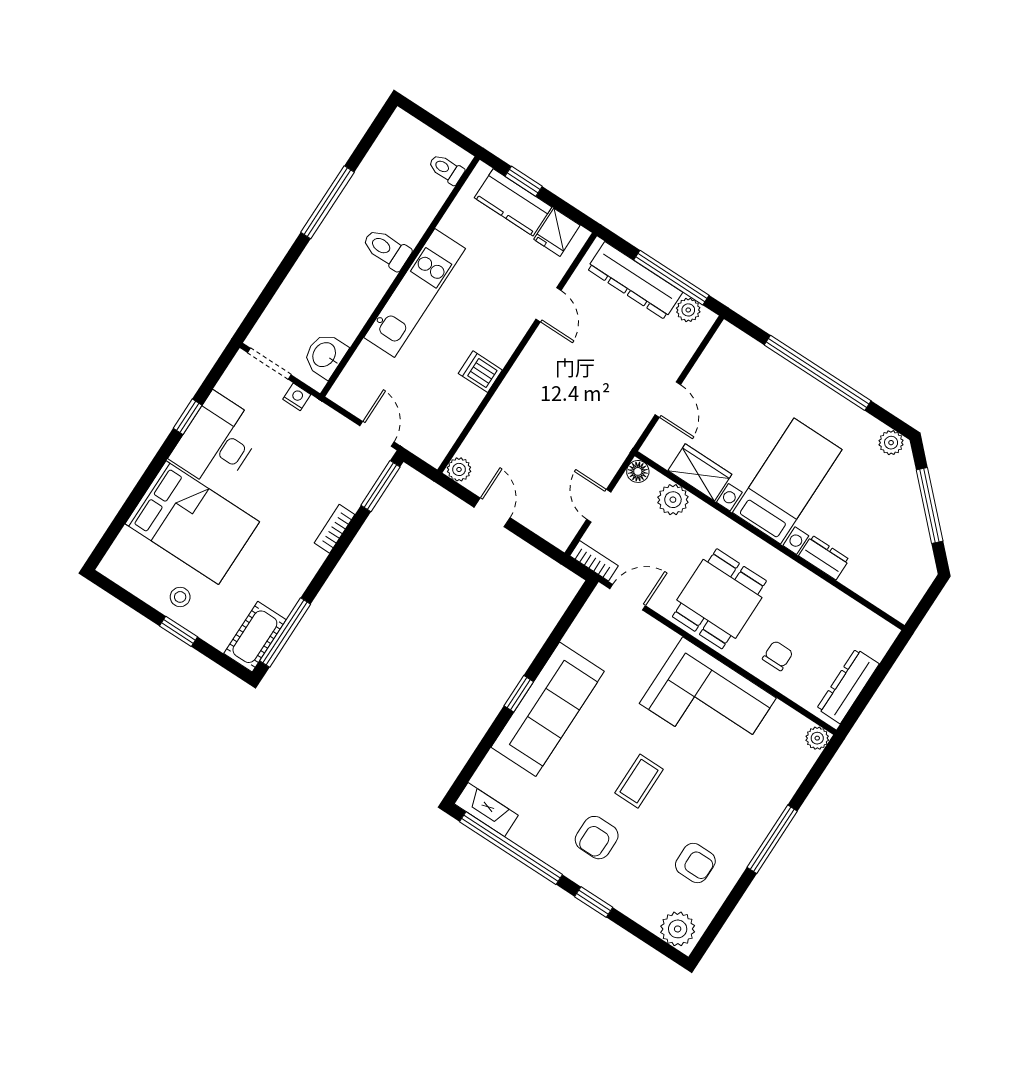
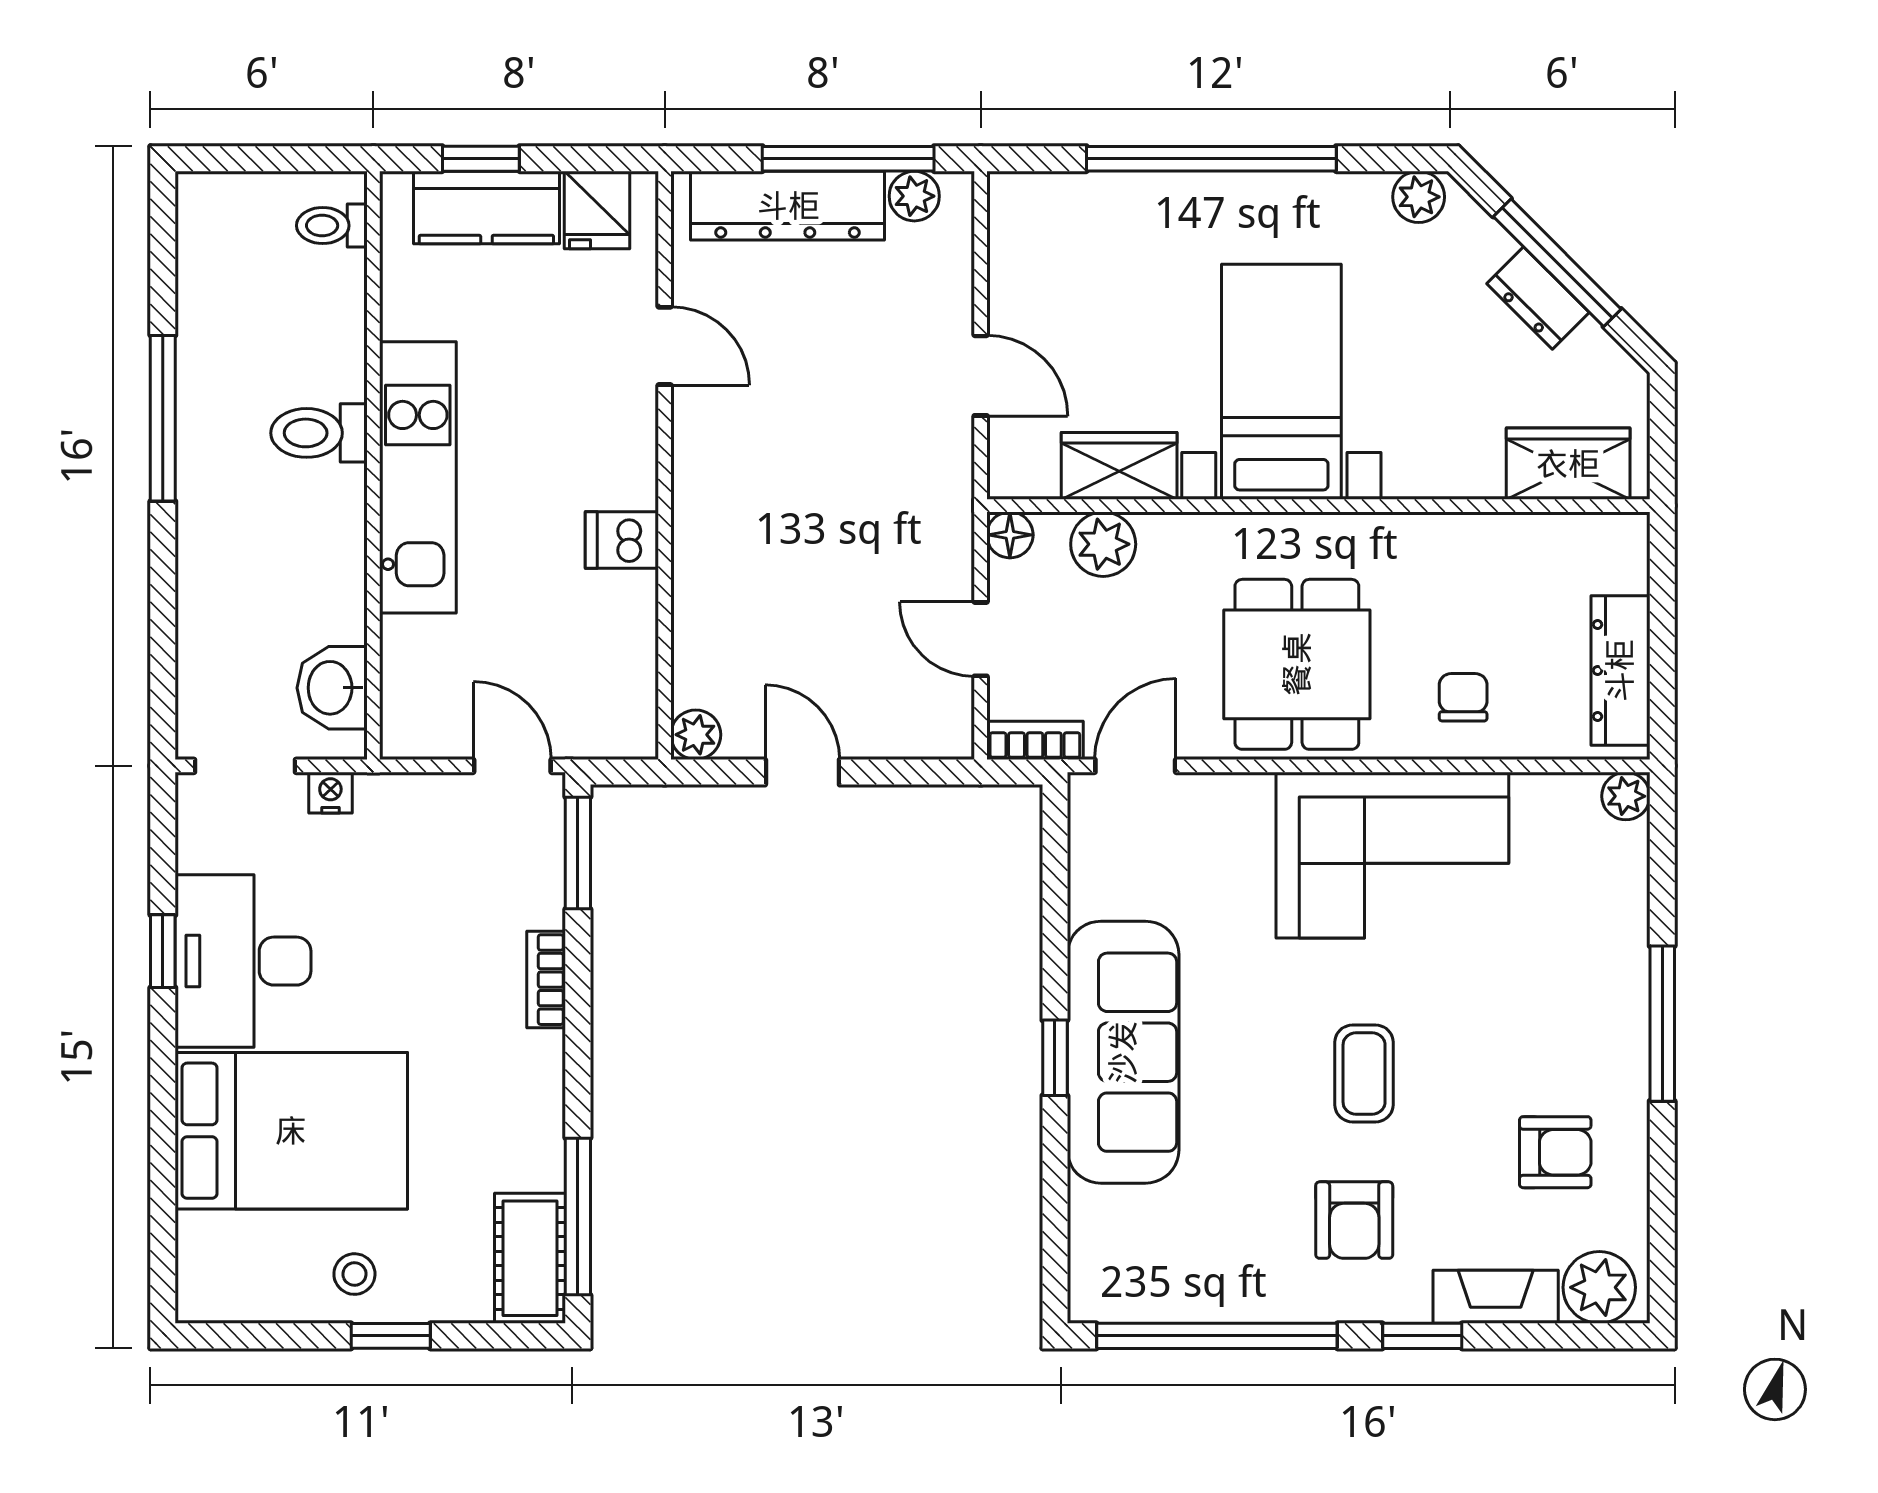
dresser: (824, 557) -> (1538, 298), moved, turned -135
wardrobe: (881, 589) -> (1568, 464), added
fireplace: (486, 810) -> (1496, 1297), moved

